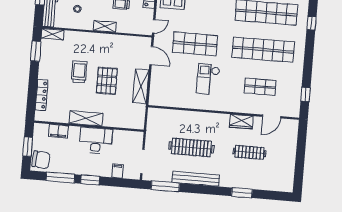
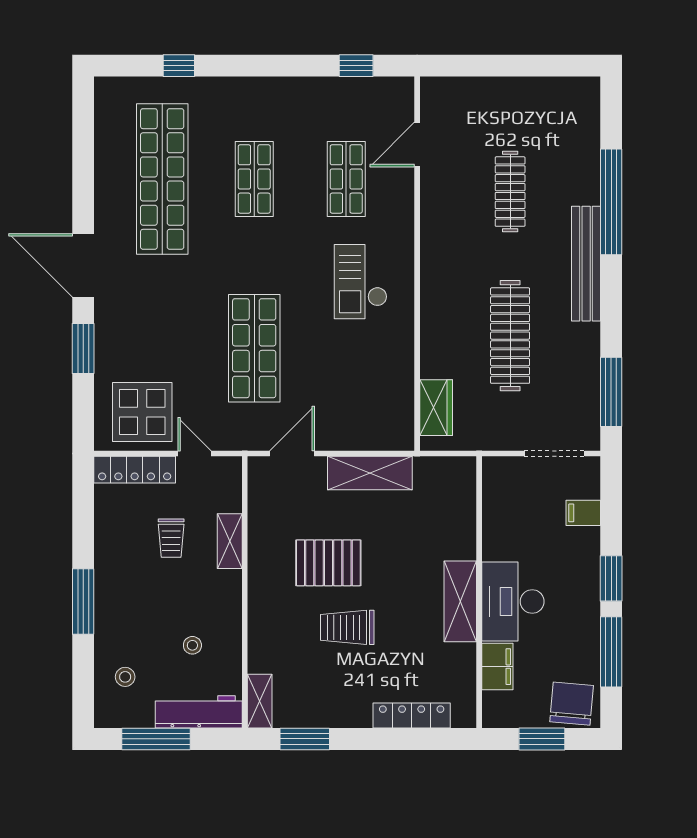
shelving: (105, 26) -> (230, 541), moved
door: (154, 26) -> (194, 453), moved
shop shelf: (263, 50) -> (254, 179), width x0.50, depth x0.74
checkout: (208, 79) -> (361, 282), moved, turned 90
pallet: (107, 81) -> (328, 563), moved
door: (272, 116) -> (417, 144), swing flipped
wardrobe: (241, 122) -> (436, 408), moved
desk: (96, 141) -> (513, 601), moved
bench: (196, 179) -> (586, 264), moved
window: (242, 193) -> (611, 202), width x2.11

